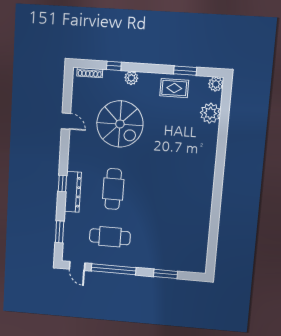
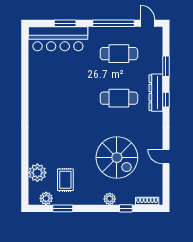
plant: (216, 84) -> (46, 198), moved
rug: (174, 88) -> (65, 180), moved, turned 90
spiral stairs: (120, 124) -> (117, 158), turned 180
cafe table: (113, 189) -> (119, 98), turned 90
window: (60, 232) -> (166, 66), moved
bar counter: (175, 258) -> (58, 39), added

